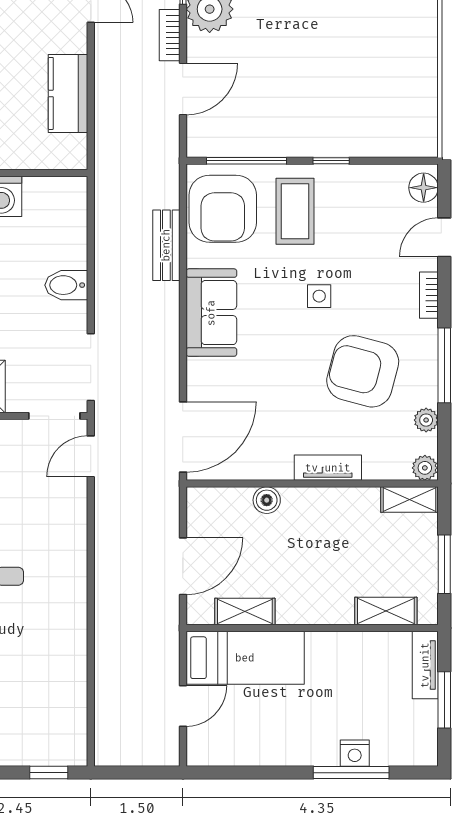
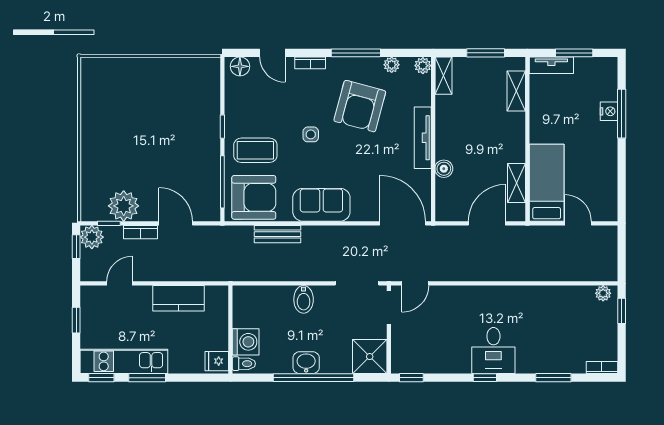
door: (91, 456) -> (415, 283), hinge flipped
tv unit: (328, 468) -> (423, 138), width x1.41
door: (183, 566) -> (487, 223), hinge flipped
plant: (76, 744) -> (603, 293), added

